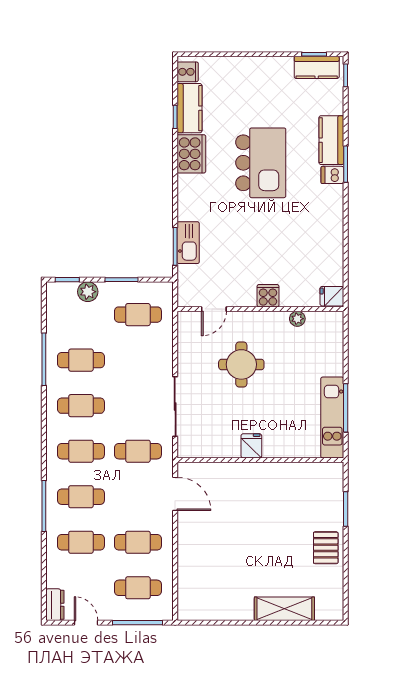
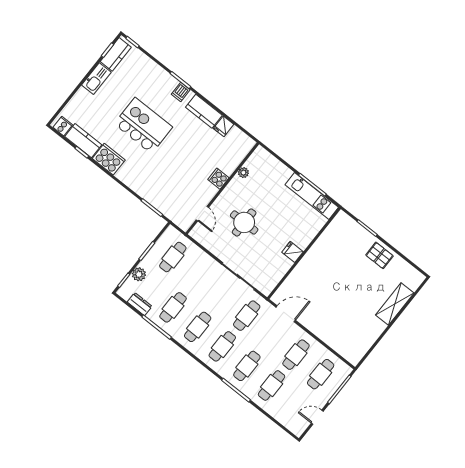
kitchen counter: (331, 140) -> (204, 111), moved
kitchen sink: (188, 243) -> (96, 79), moved, turned 90
fridge: (332, 296) -> (224, 126), moved
dresser: (55, 605) -> (140, 304), moved

